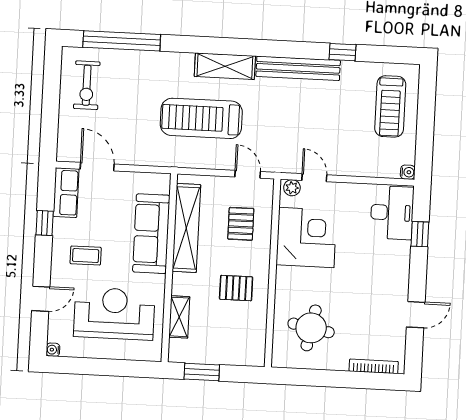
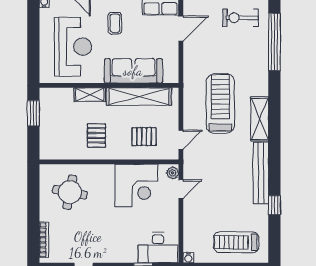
shelving: (179, 317) -> (90, 95), moved

